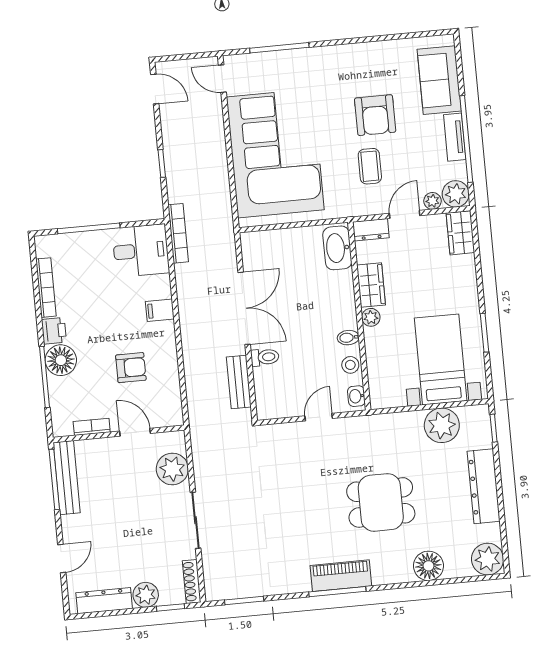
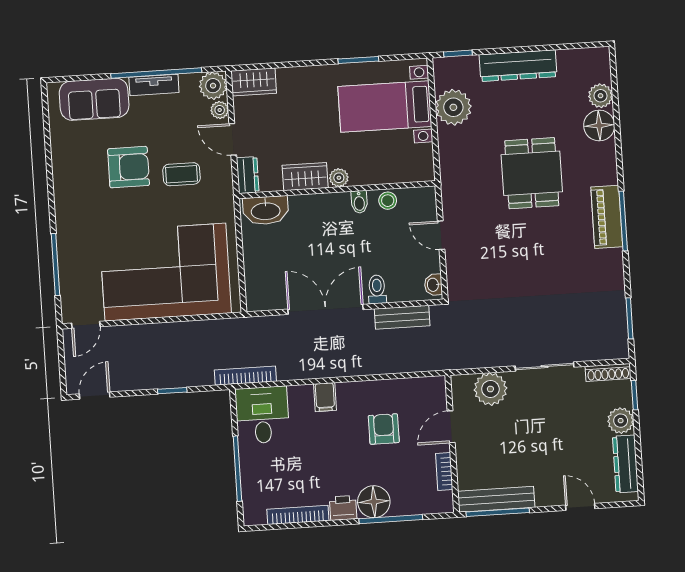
washbasin: (356, 396) -> (433, 285), moved, turned 90
plant: (488, 559) -> (601, 96), moved, width x0.73, depth x0.73

